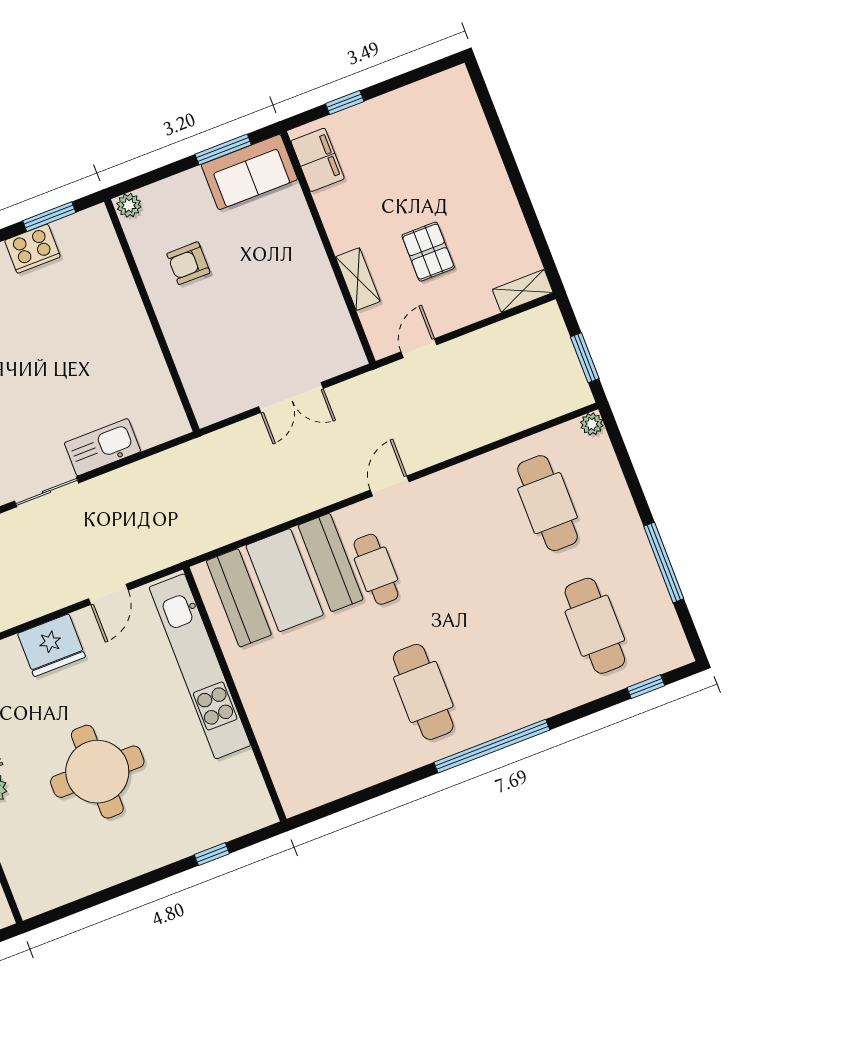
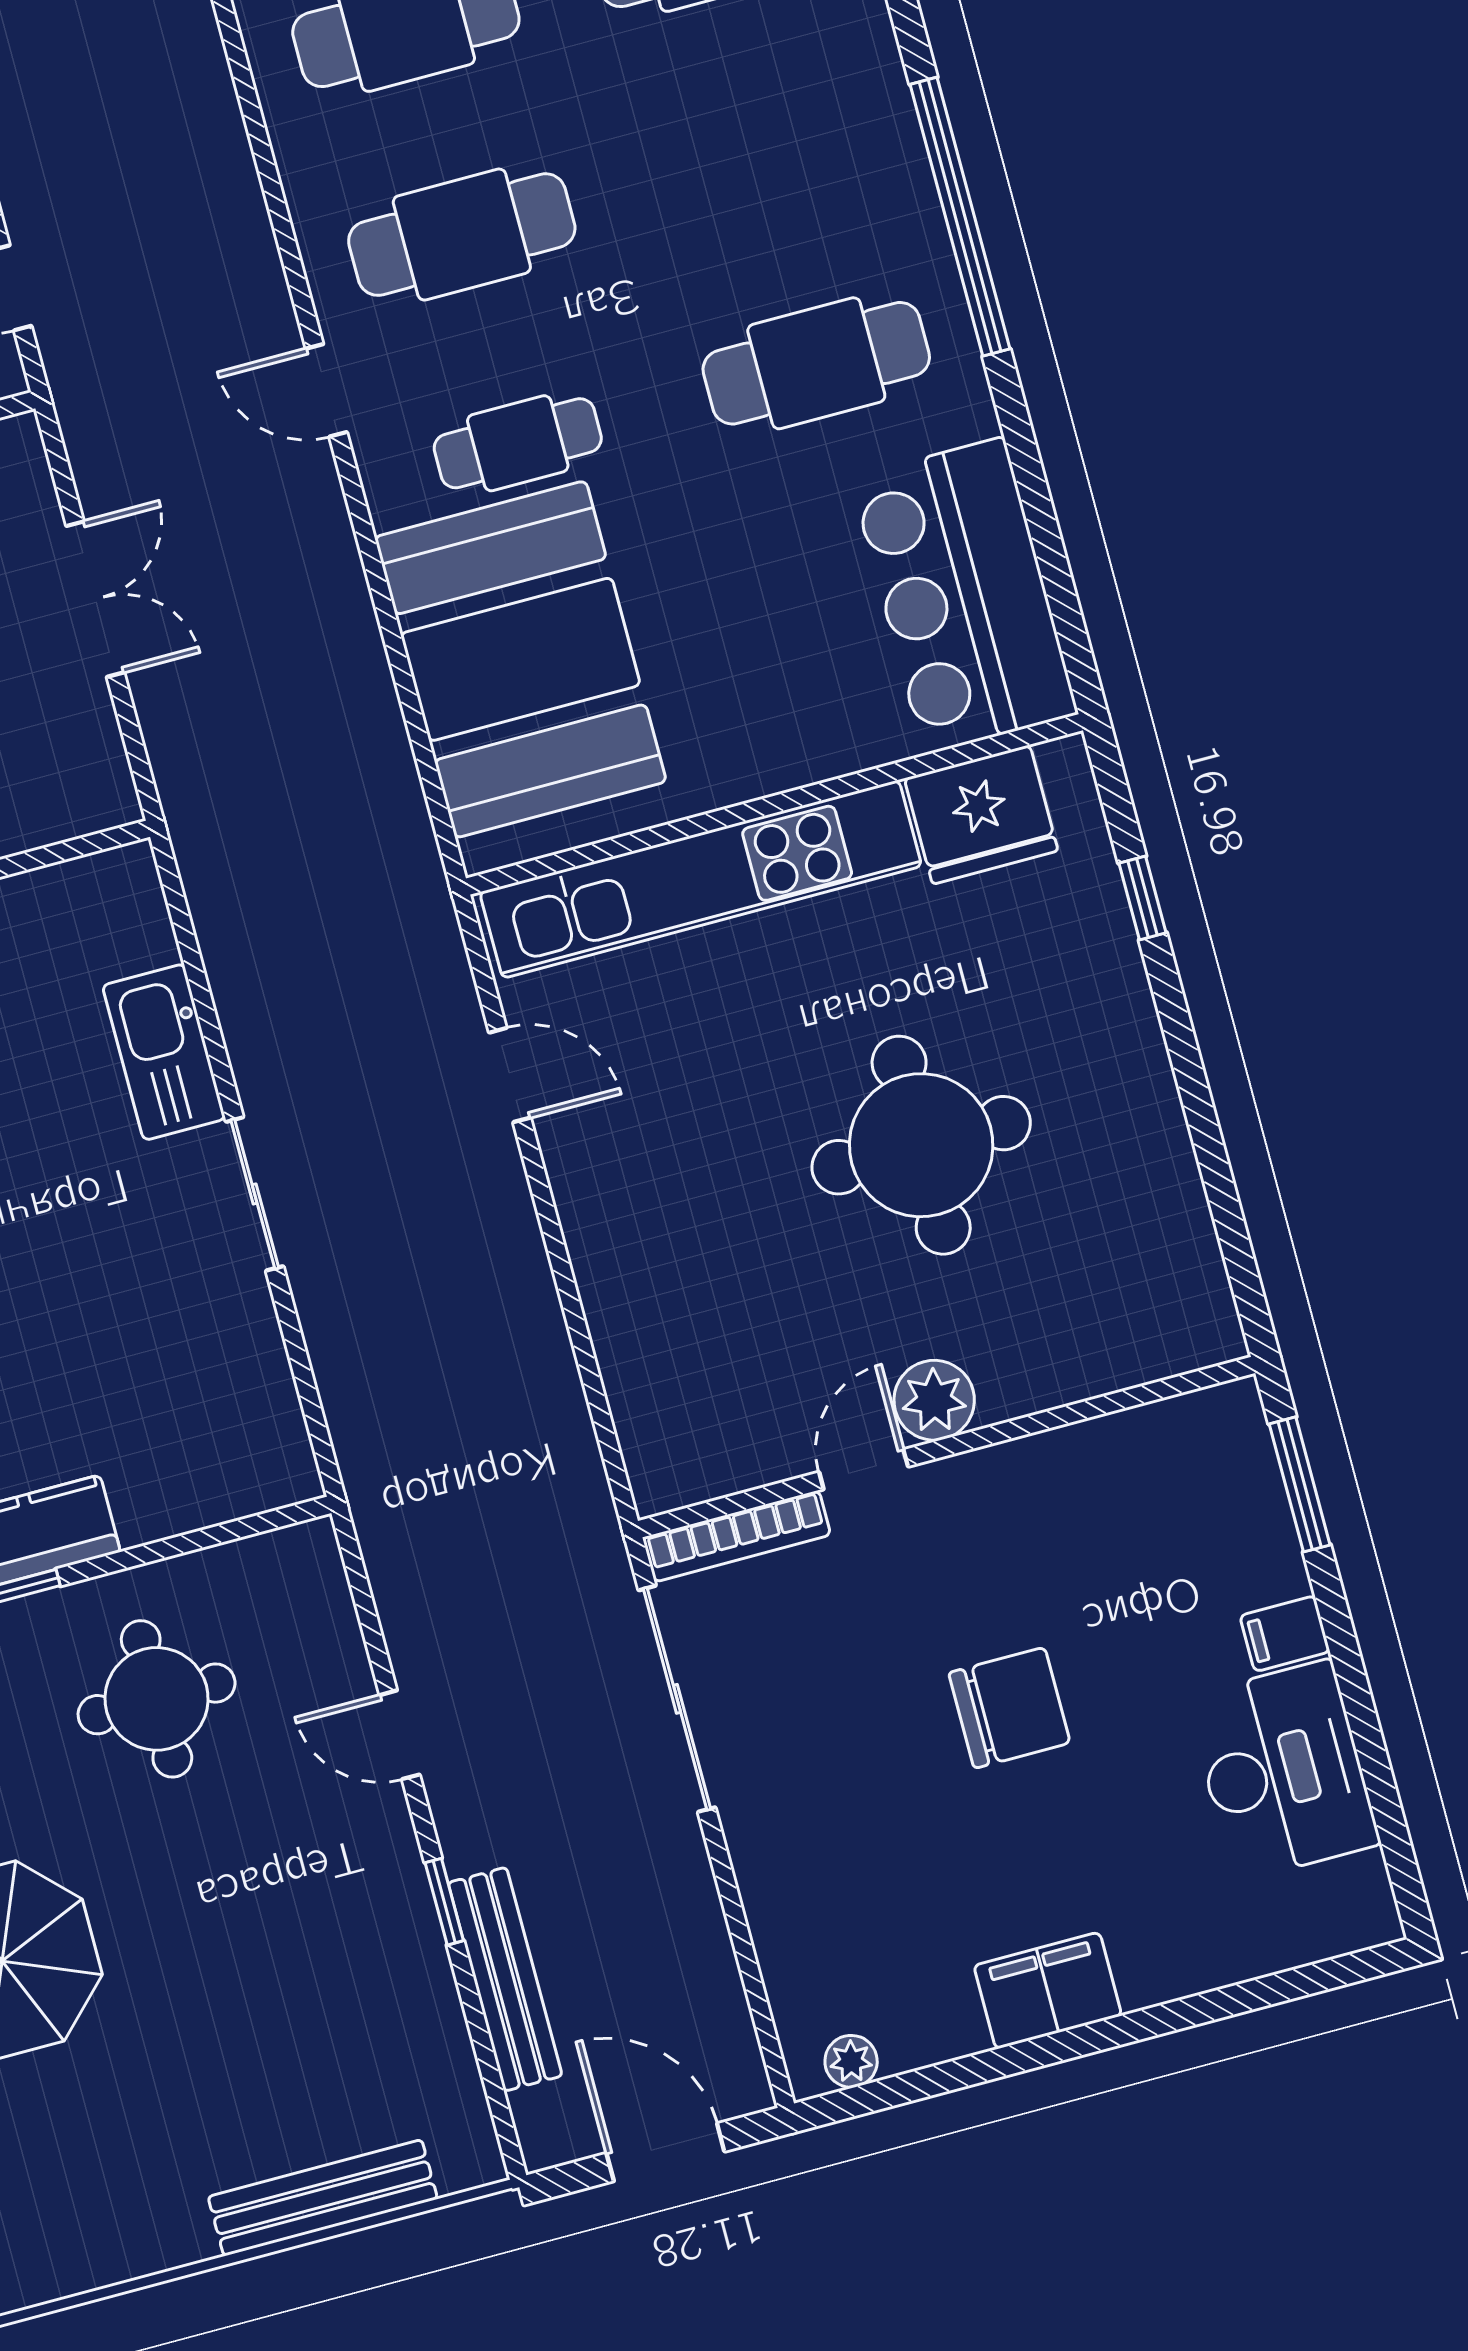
cafe table: (462, 536) -> (462, 235), added
fridge: (52, 645) -> (981, 815), moved, turned 90
bar counter: (332, 765) -> (964, 596), added

